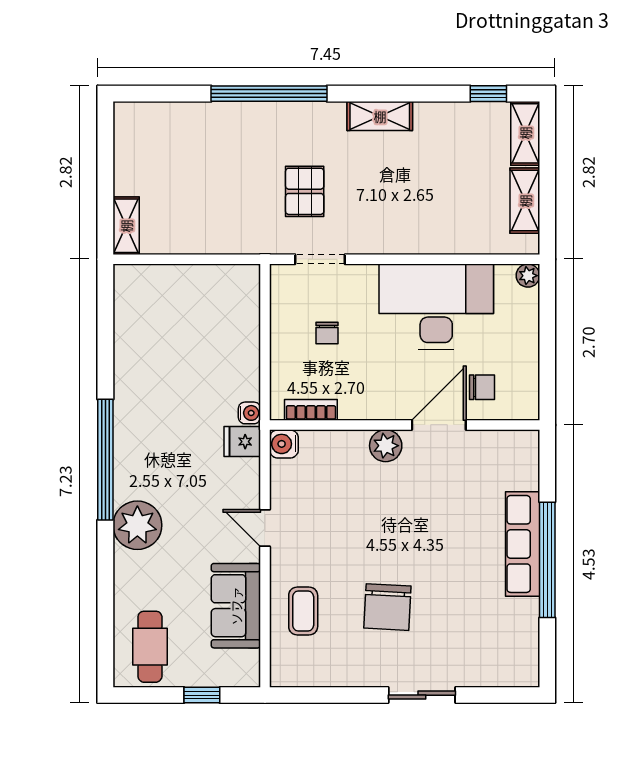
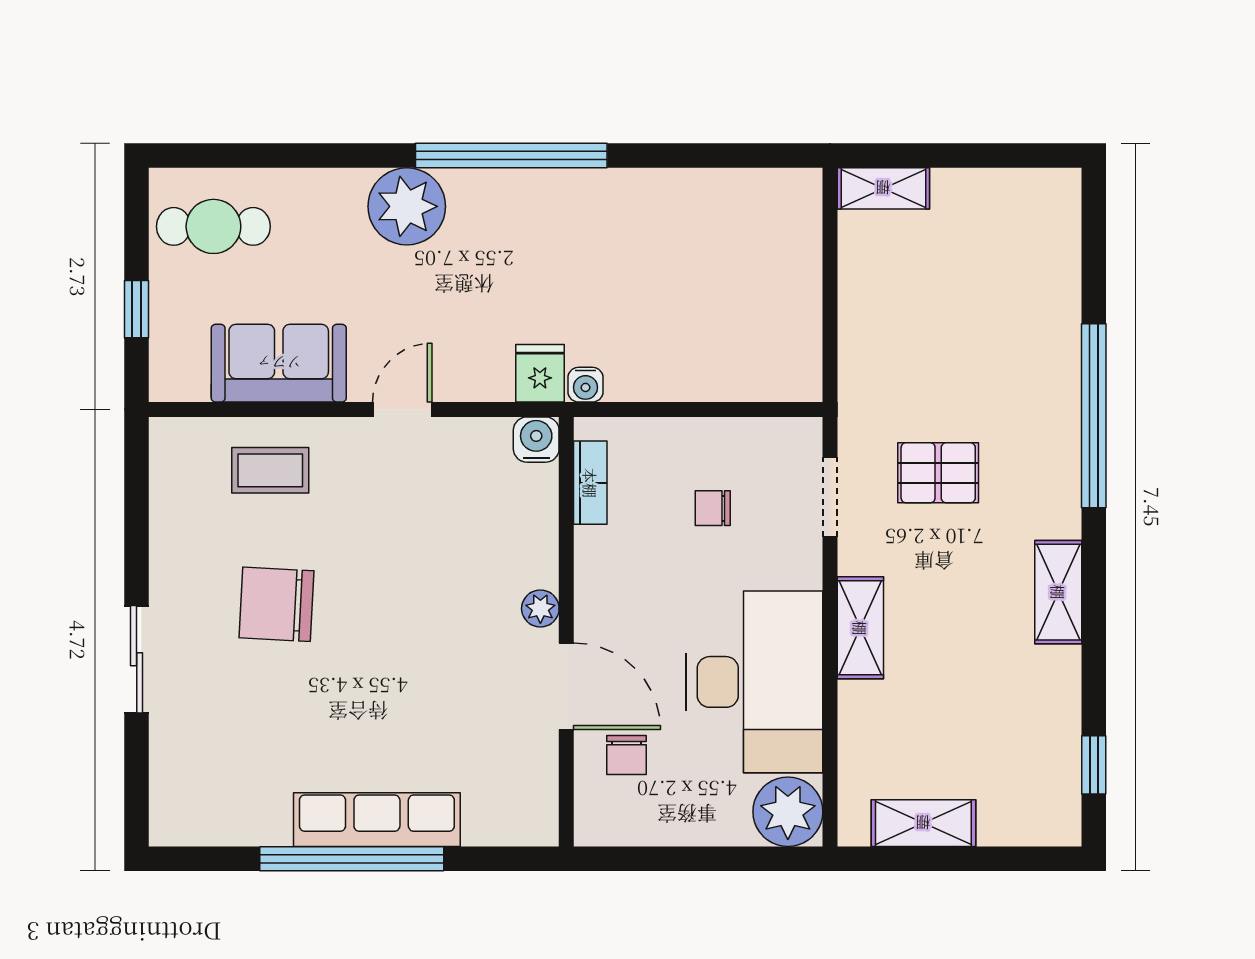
shelving: (525, 133) -> (860, 628), moved, turned 90
plant: (528, 276) -> (788, 812), width x1.88, depth x1.88
plant: (386, 446) -> (540, 609), width x0.73, depth x0.73

